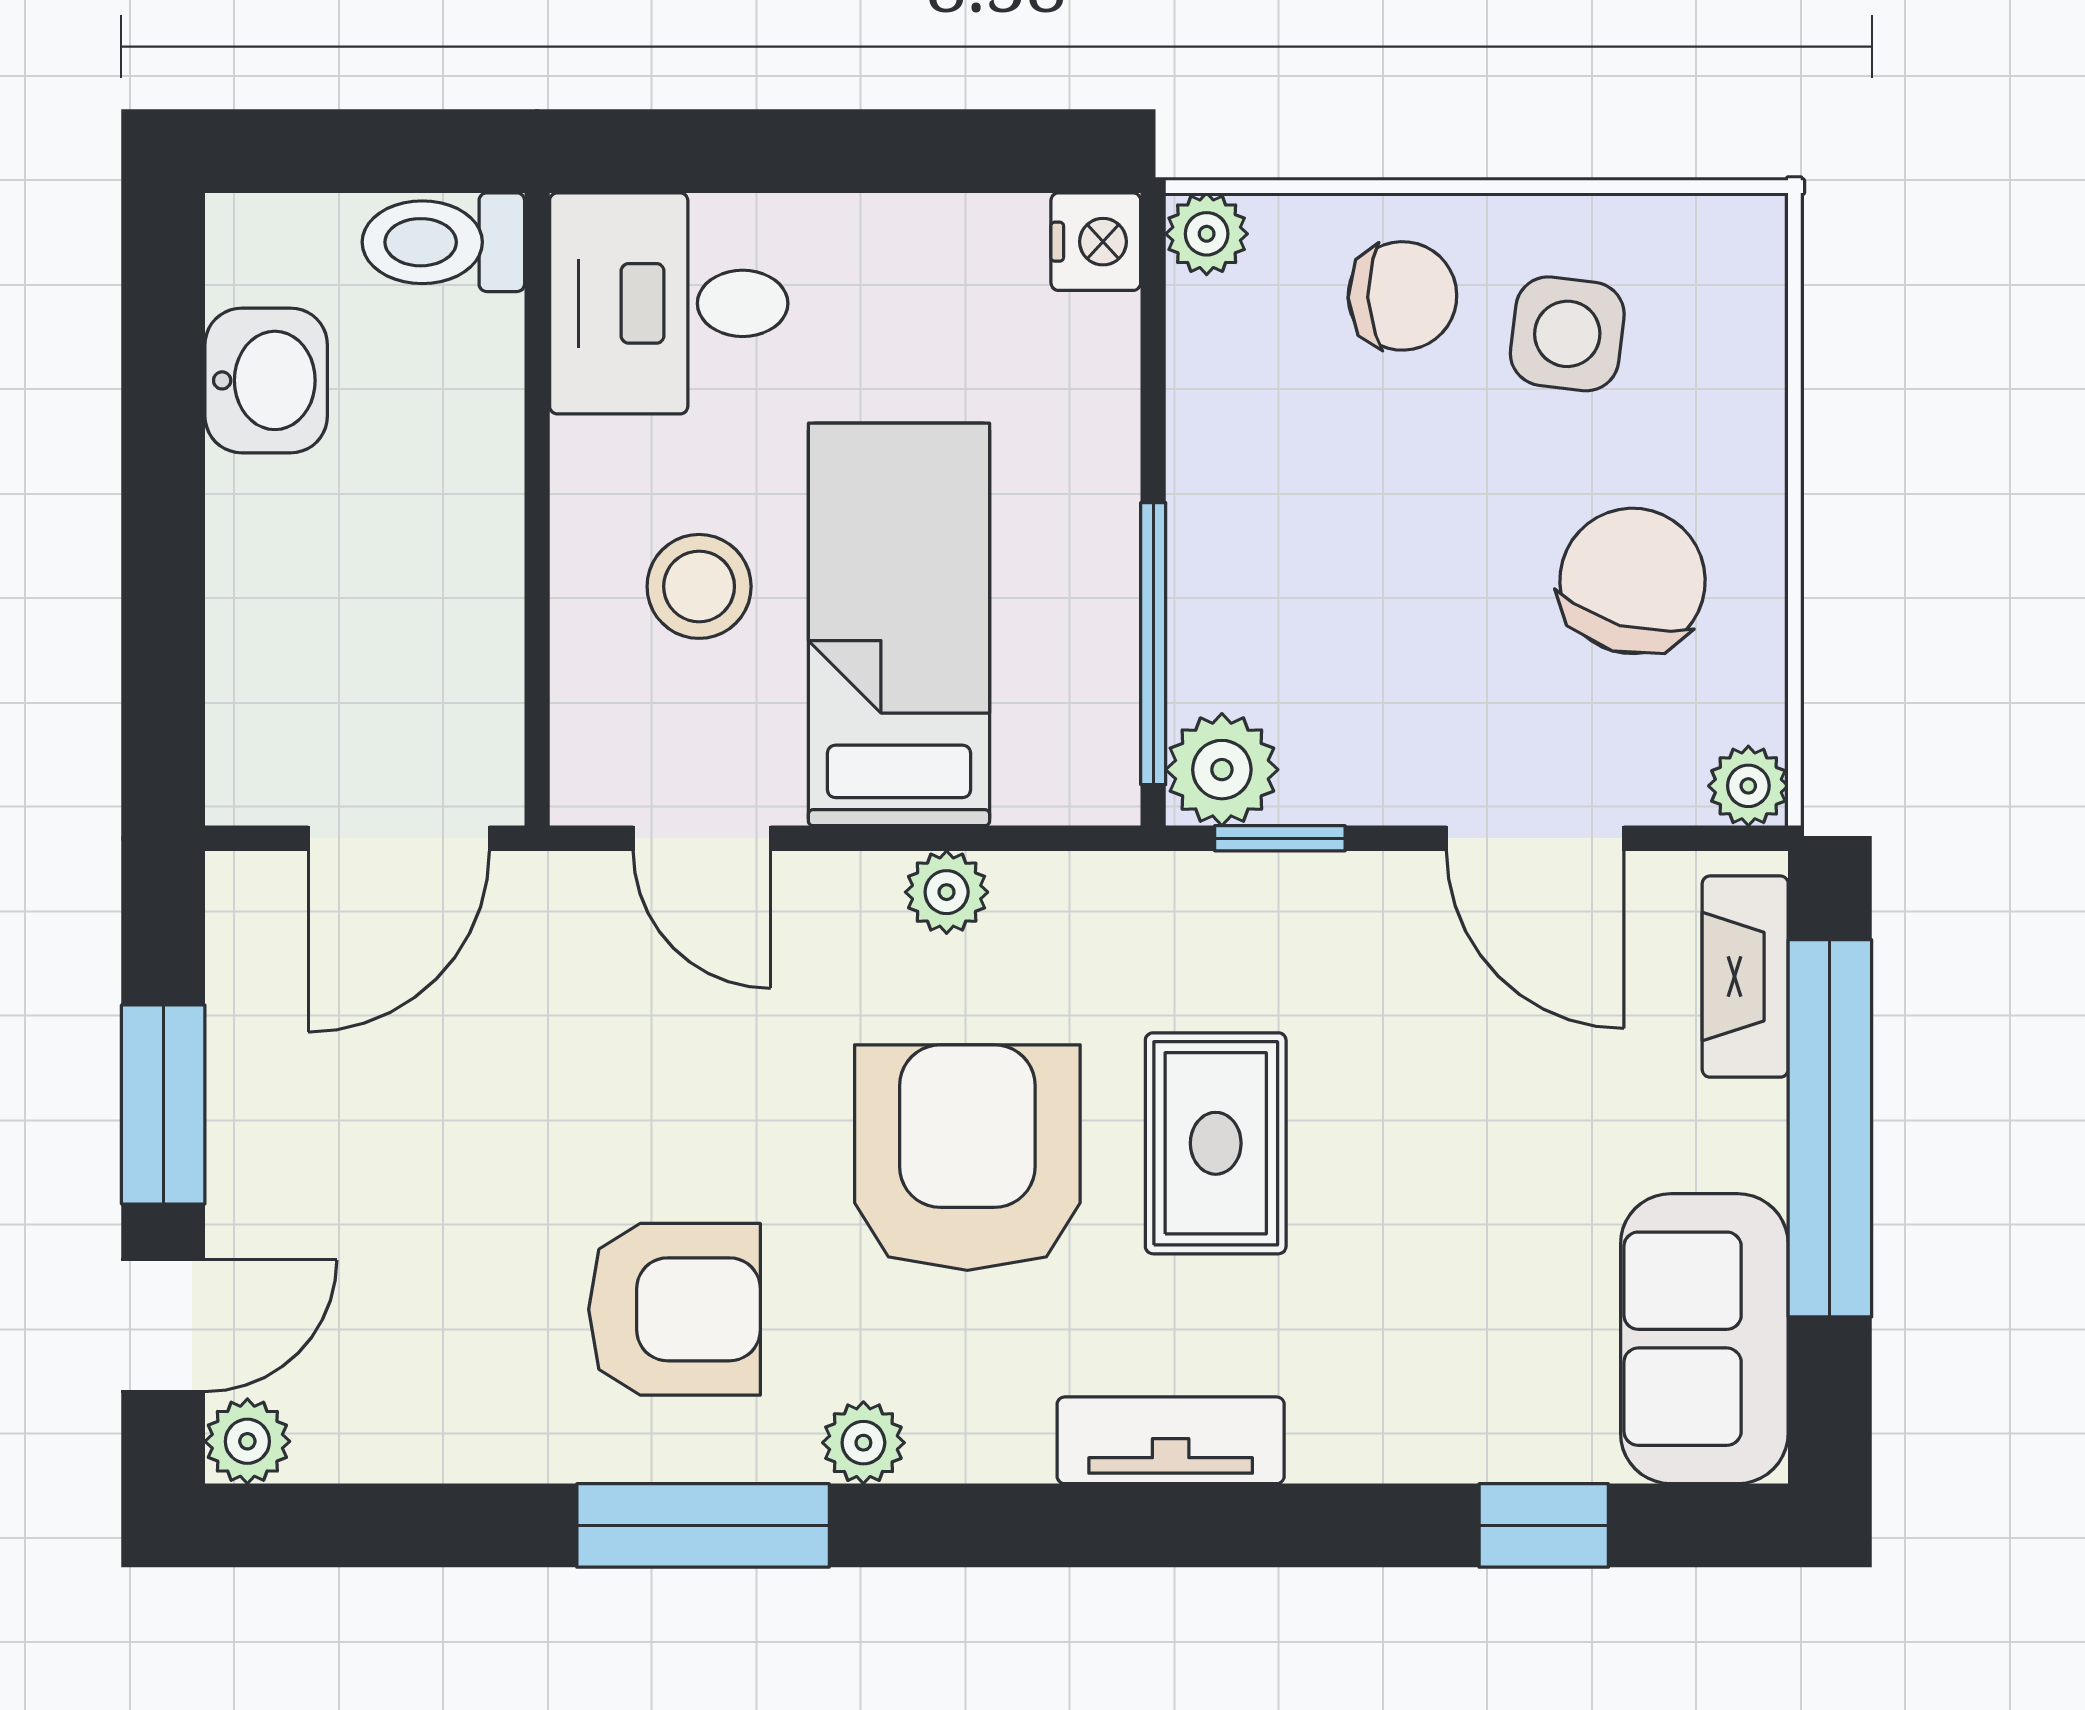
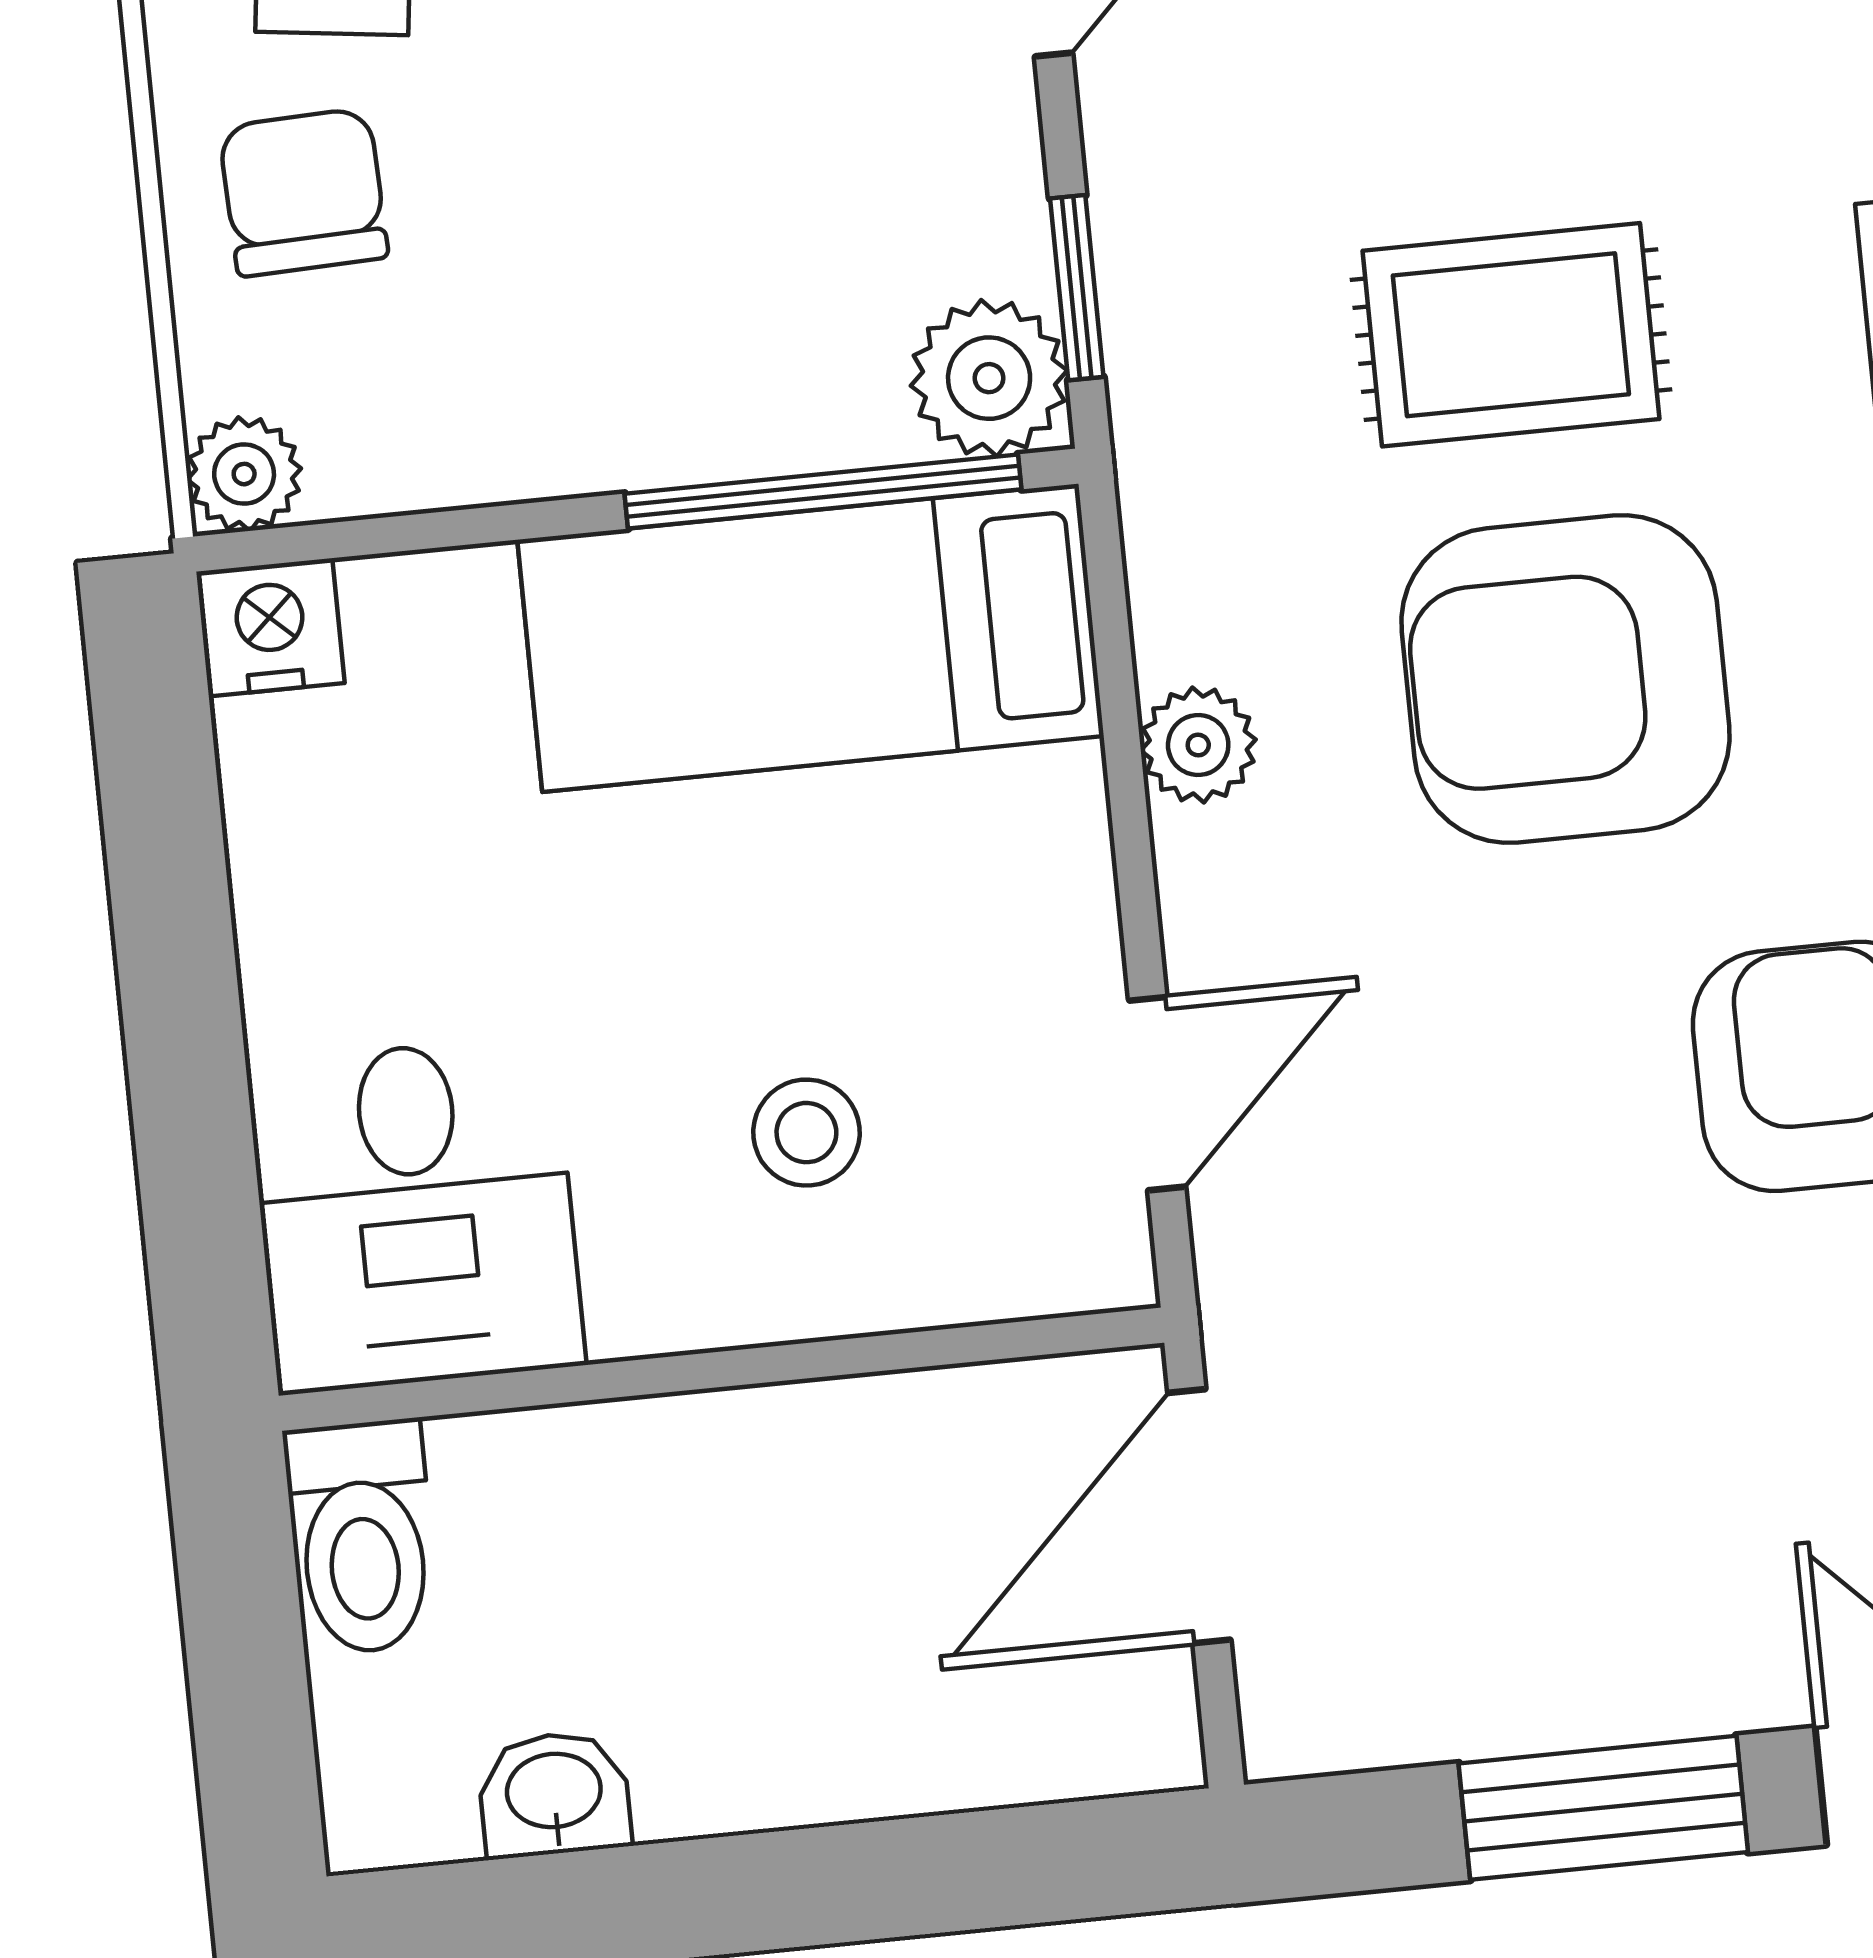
washbasin: (266, 380) -> (554, 1794), width x0.72, depth x0.69
stool: (699, 586) -> (806, 1133), width x0.73, depth x0.73
bed: (899, 624) -> (811, 638), moved
door: (399, 838) -> (1199, 1516), swing flipped

